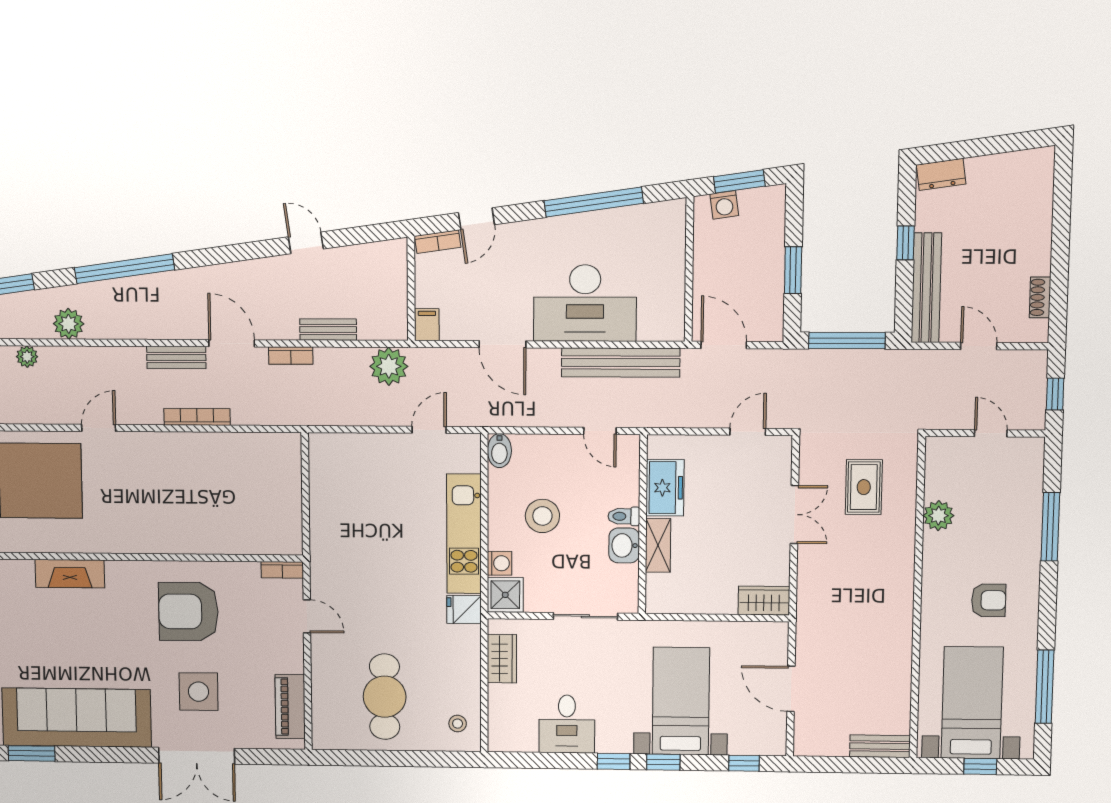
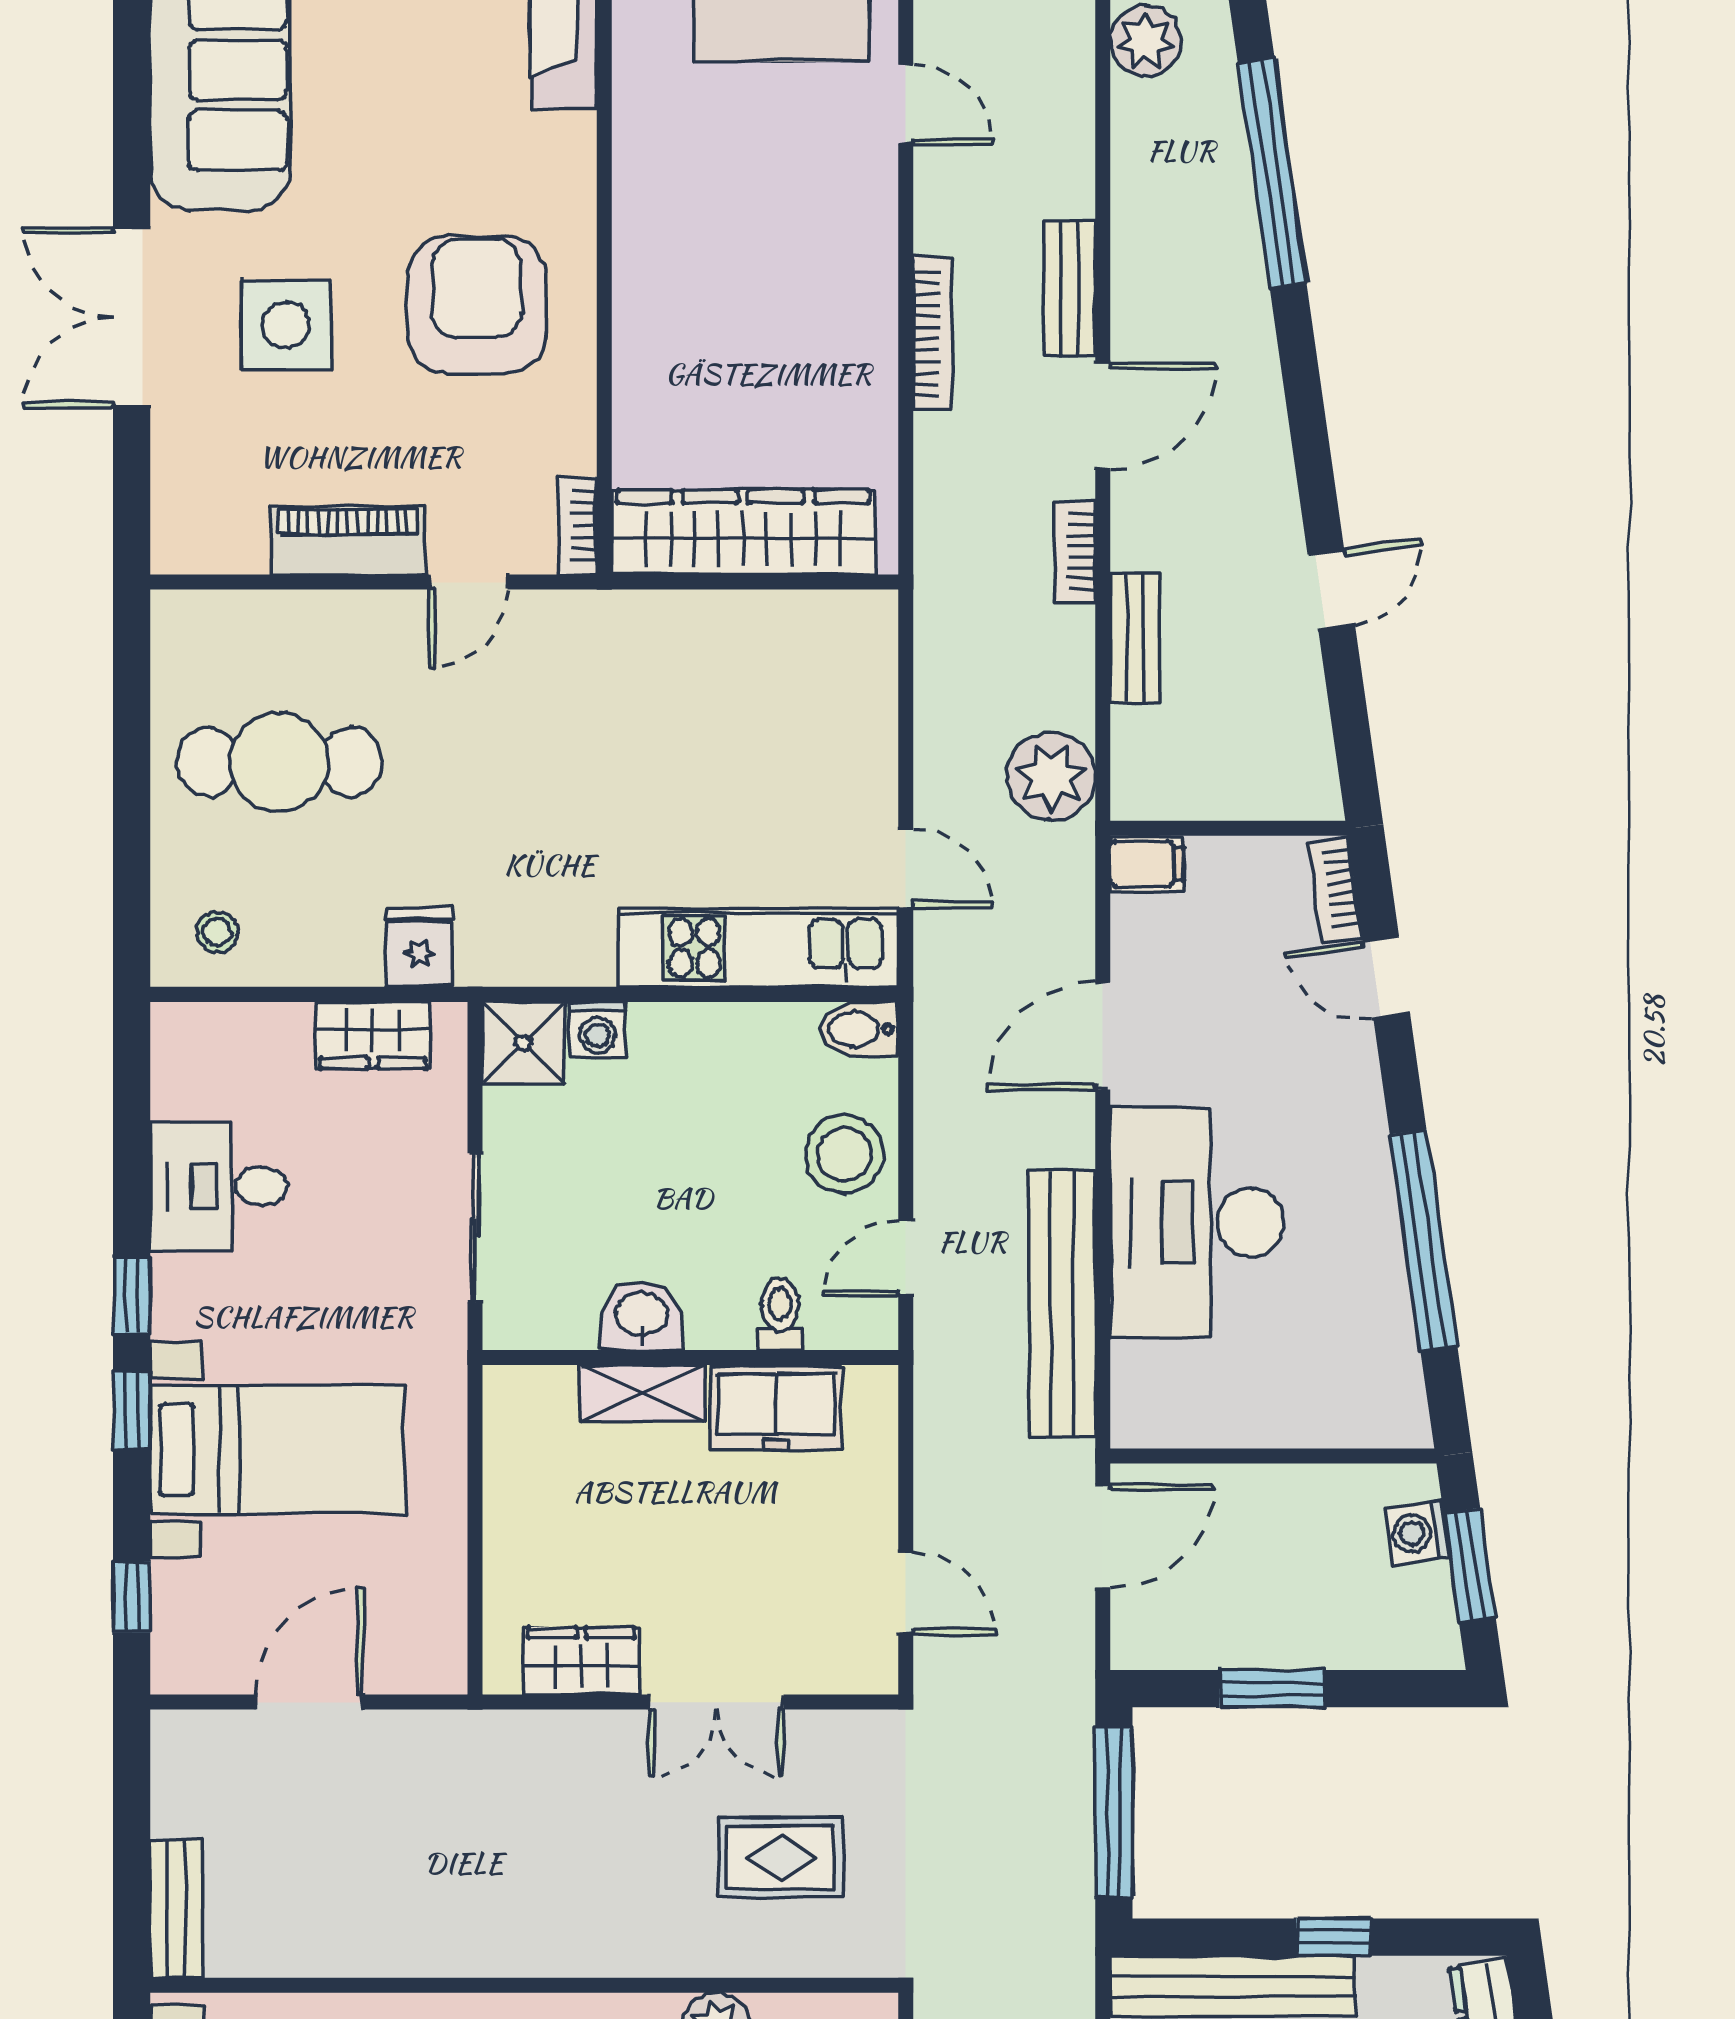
wardrobe: (284, 499) -> (743, 532), added
stool: (542, 516) -> (844, 1154), moved
toilet: (624, 516) -> (780, 1314), moved
kitchen unit: (464, 534) -> (759, 948), moved
wardrobe: (764, 601) -> (581, 1661), moved, turned -90
fridge: (464, 610) -> (419, 947), moved
piano: (290, 707) -> (348, 540), moved

